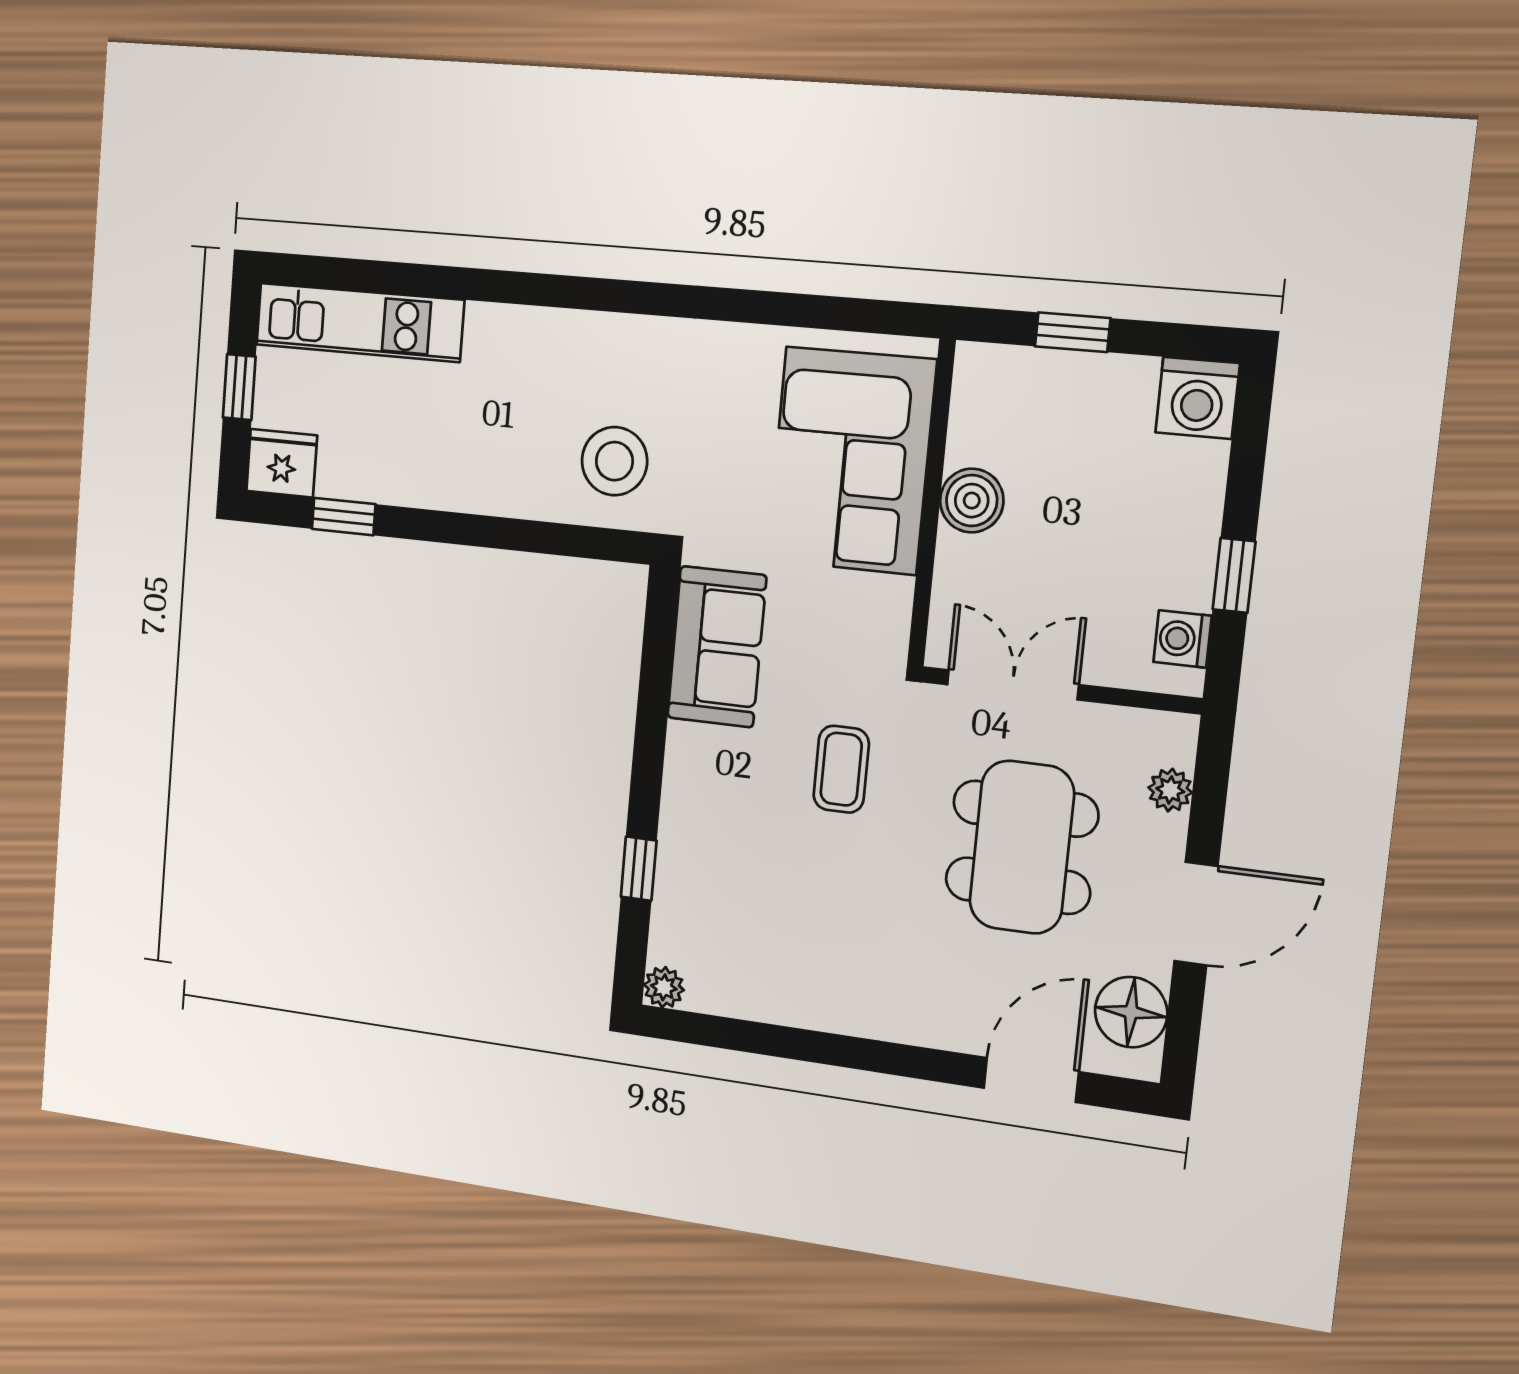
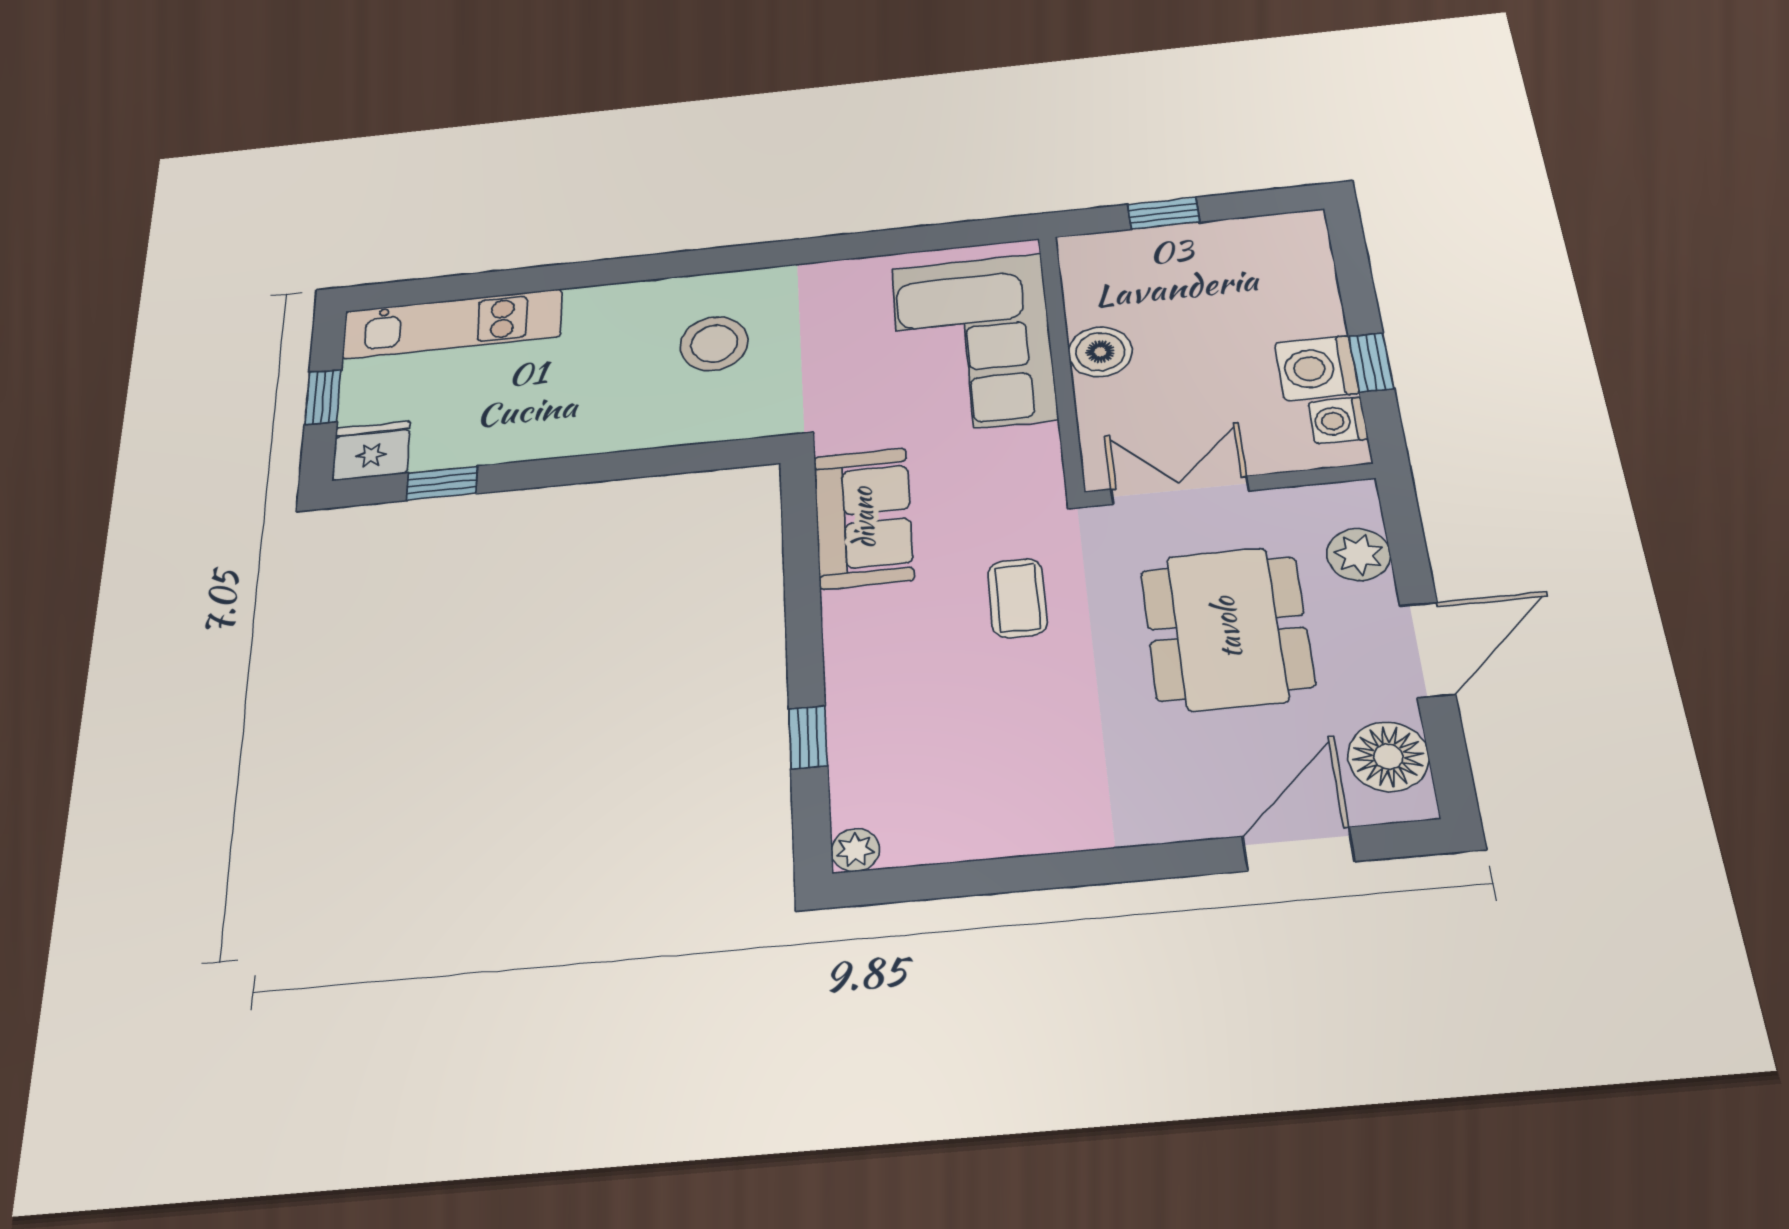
washing machine: (1197, 398) -> (1317, 368), moved, turned 90
stool: (614, 461) -> (714, 344), moved
plant: (1170, 790) -> (1358, 555), width x1.38, depth x1.38

